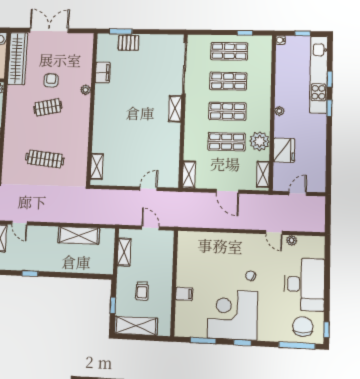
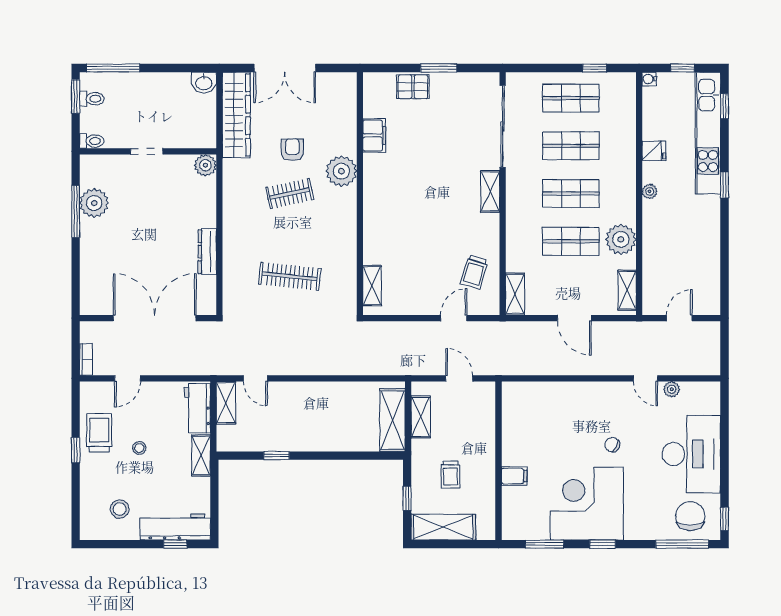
double door: (49, 31) -> (285, 68), swing flipped
window: (121, 31) -> (439, 68), moved
window: (330, 79) -> (724, 106), moved
plant: (86, 90) -> (341, 171), width x1.88, depth x1.88
fridge: (284, 150) -> (654, 151), moved, width x0.53, depth x0.75
trolley: (163, 160) -> (474, 272), added
shelving: (79, 235) -> (392, 420), moved, turned 90

